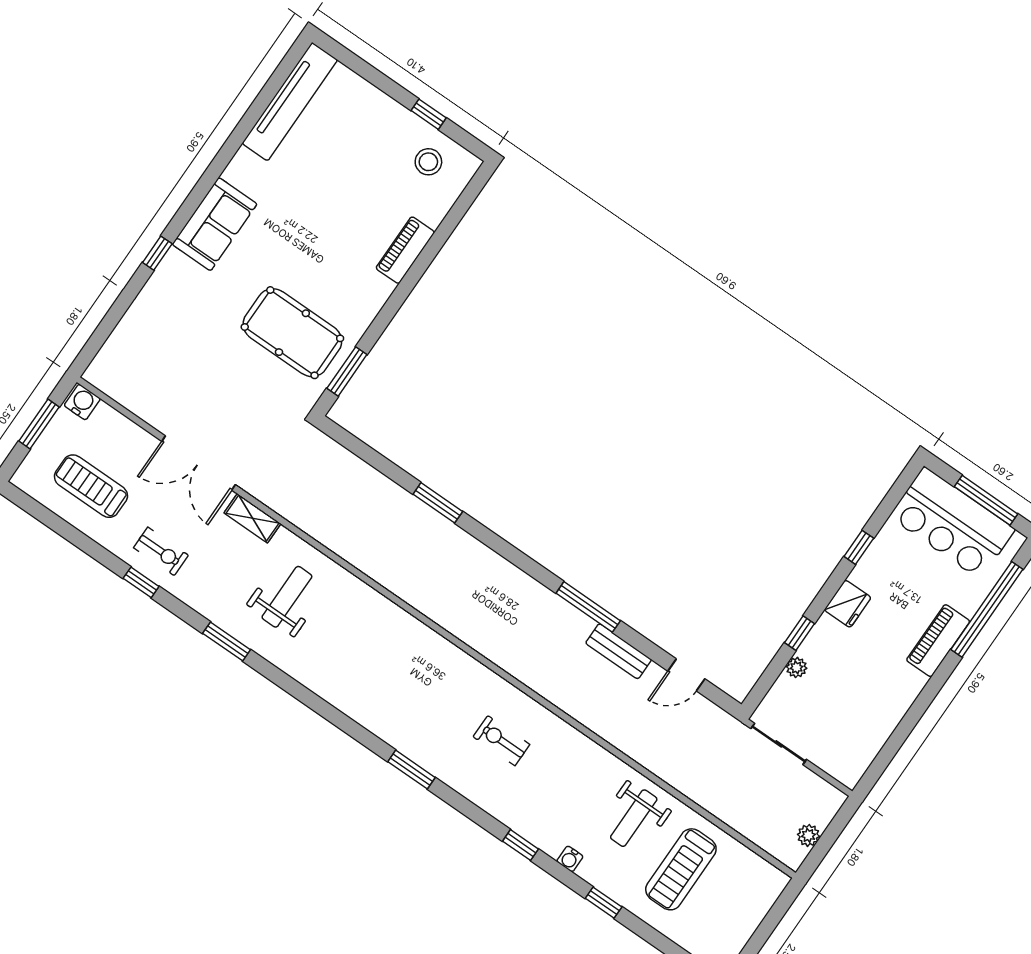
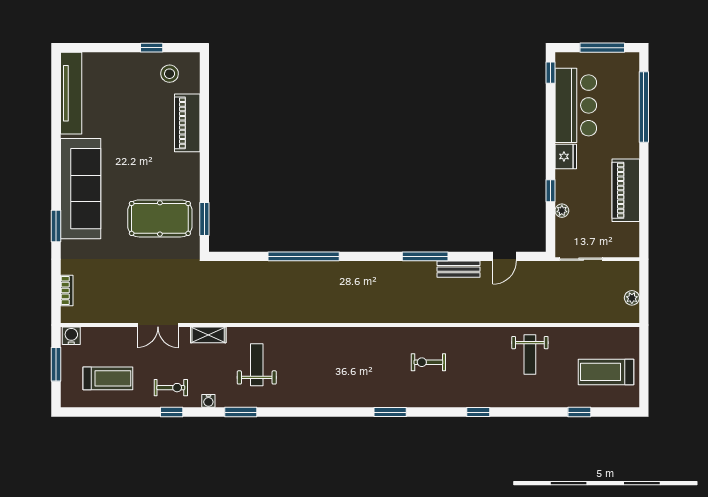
sofa: (215, 224) -> (81, 189), width x1.85, depth x1.27
piano: (405, 250) -> (187, 123), width x1.37, depth x1.33
window: (157, 253) -> (56, 226), width x1.50
bookcase: (115, 342) -> (67, 290), added
double door: (199, 463) -> (158, 325), width x0.73
treadmill: (91, 486) -> (108, 378), turned 180
window: (438, 503) -> (304, 256), width x2.11
bar counter: (952, 523) -> (576, 105), moved, turned -90
window: (859, 547) -> (550, 73), moved
piano: (938, 641) -> (626, 190), moved, width x1.37, depth x1.33
water cooler: (570, 859) -> (208, 401), moved
treadmill: (681, 869) -> (606, 372), moved, turned 90
window: (604, 903) -> (579, 412), moved

